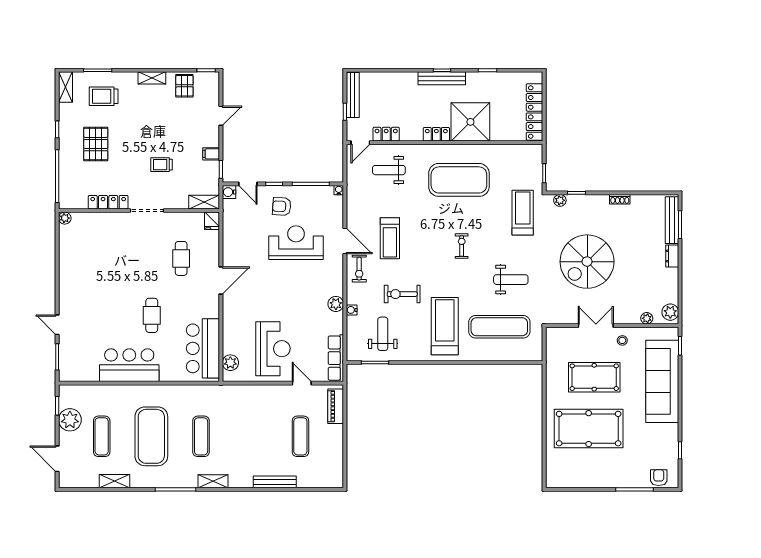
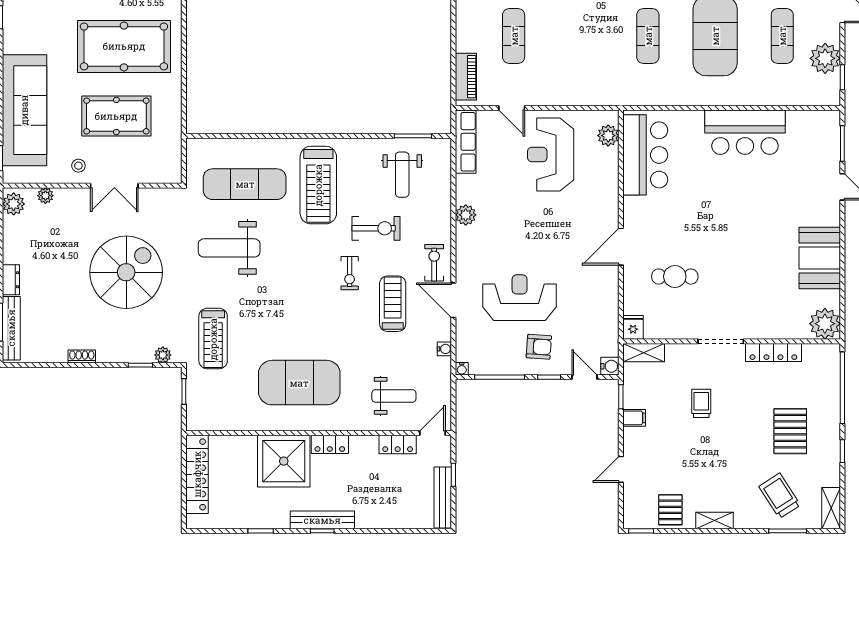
trolley: (104, 96) -> (780, 496), turned -123
trolley: (162, 165) -> (701, 403), turned -90
plant: (65, 218) -> (825, 324), width x1.87, depth x1.87
reception desk: (296, 243) -> (520, 298), turned 180
exercise bike: (462, 246) -> (350, 273), moved
cafe table: (181, 258) -> (675, 277), turned 90
booth: (74, 272) -> (820, 258), added
weight bench: (511, 280) -> (229, 248), width x1.36, depth x1.33
water cooler: (352, 310) -> (444, 349), moved
cafe table: (152, 315) -> (715, 200), removed

